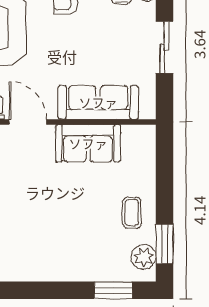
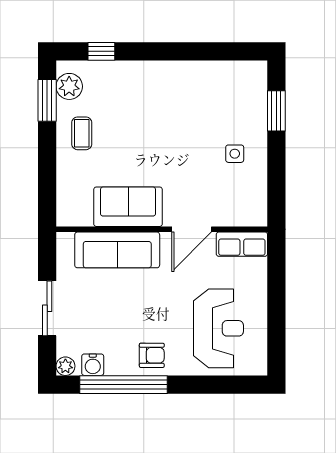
door: (28, 122) -> (192, 229), hinge flipped
window: (113, 290) -> (101, 51), width x0.67

